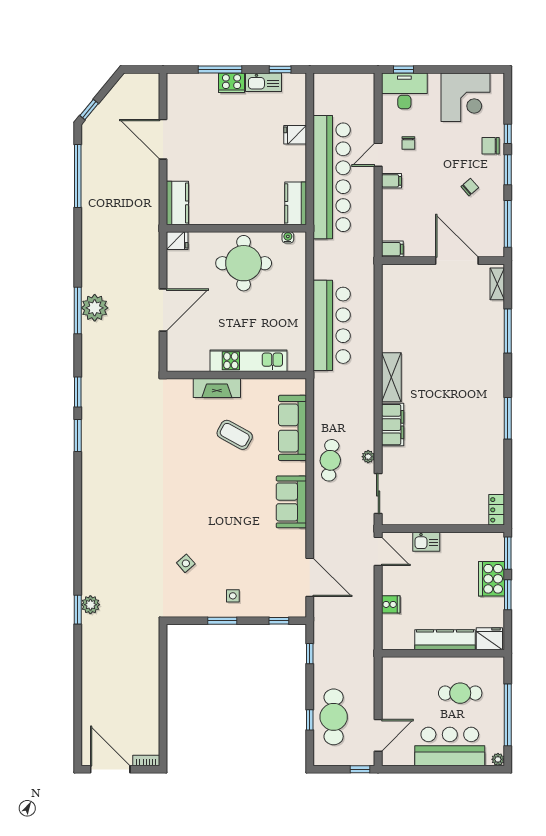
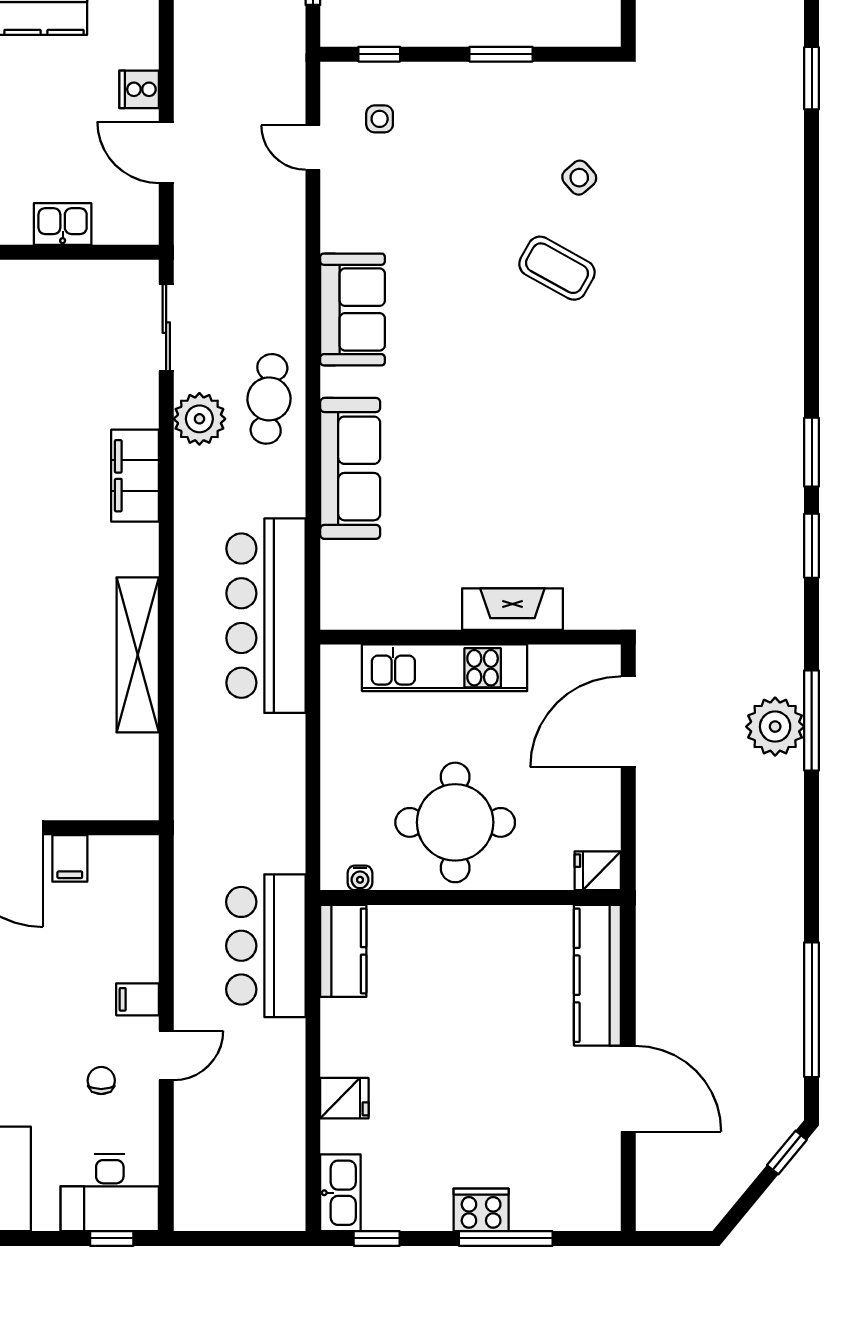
kitchen sink: (264, 82) -> (340, 1193), moved, turned 90
bar counter: (332, 177) -> (266, 946), width x0.54
kitchen counter: (177, 203) -> (597, 975), width x1.50
filing cabinet: (392, 249) -> (70, 858), moved, turned -90
bar counter: (332, 325) -> (266, 616), moved
kitchen unit: (249, 361) -> (445, 668), moved
wall: (236, 375) -> (471, 637), moved
shelving: (391, 377) -> (138, 655), moved, width x1.47
fireplace: (217, 388) -> (512, 609), moved
coffee table: (235, 435) -> (557, 268), moved
plant: (368, 457) -> (199, 419), width x1.88, depth x1.88
door: (378, 551) -> (166, 152), moved
door: (310, 577) -> (313, 148), width x0.53
side table: (233, 596) -> (380, 119), moved
plant: (90, 605) -> (784, 89), removed

